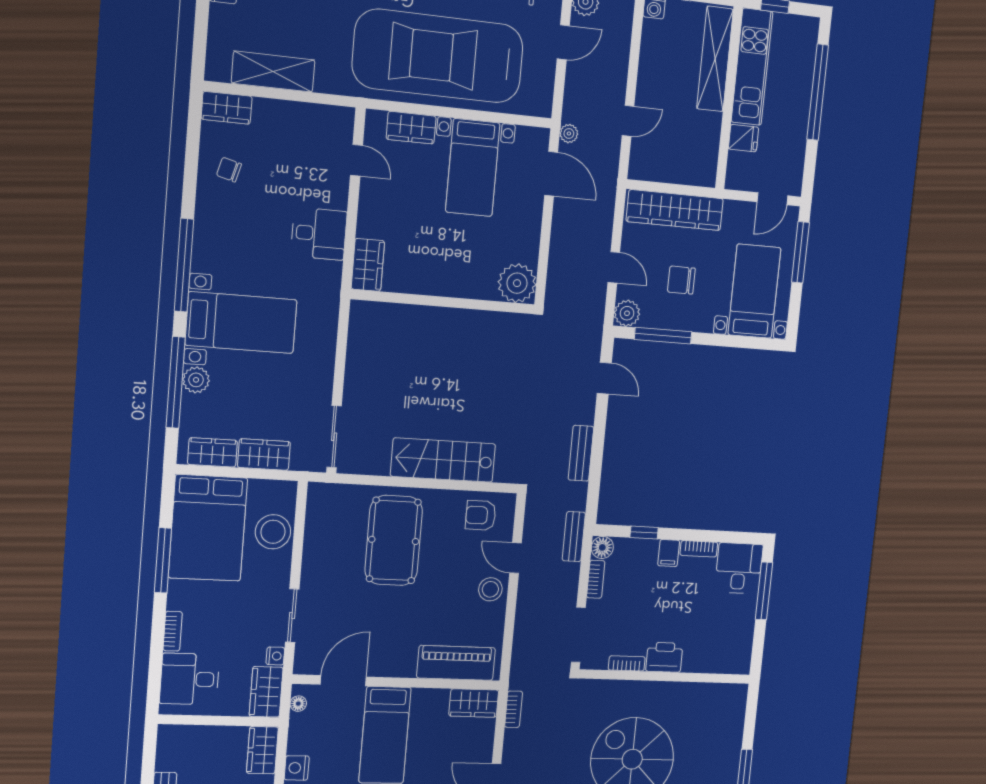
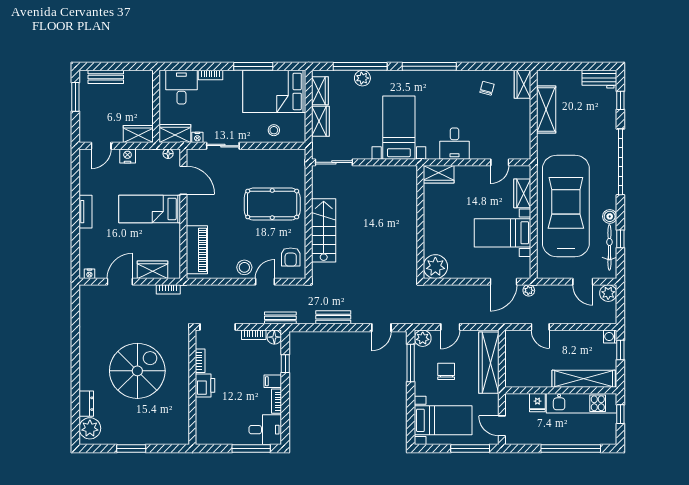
bed with nightstands: (241, 323) -> (399, 128), moved, turned 180
armchair: (481, 515) -> (291, 257), turned 180
stool: (273, 532) -> (274, 130), width x0.53, depth x0.53
wardrobe: (474, 703) -> (152, 270), moved, turned 90

